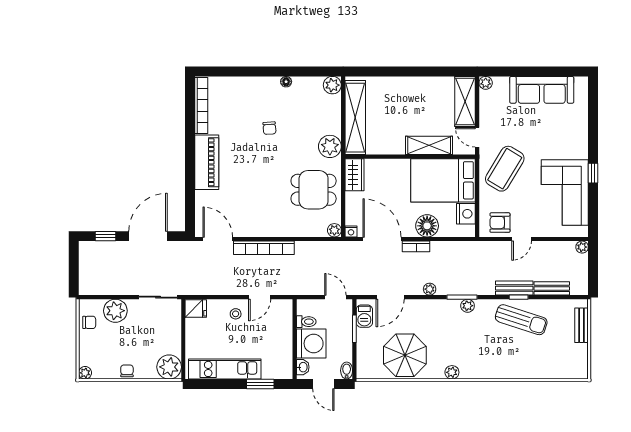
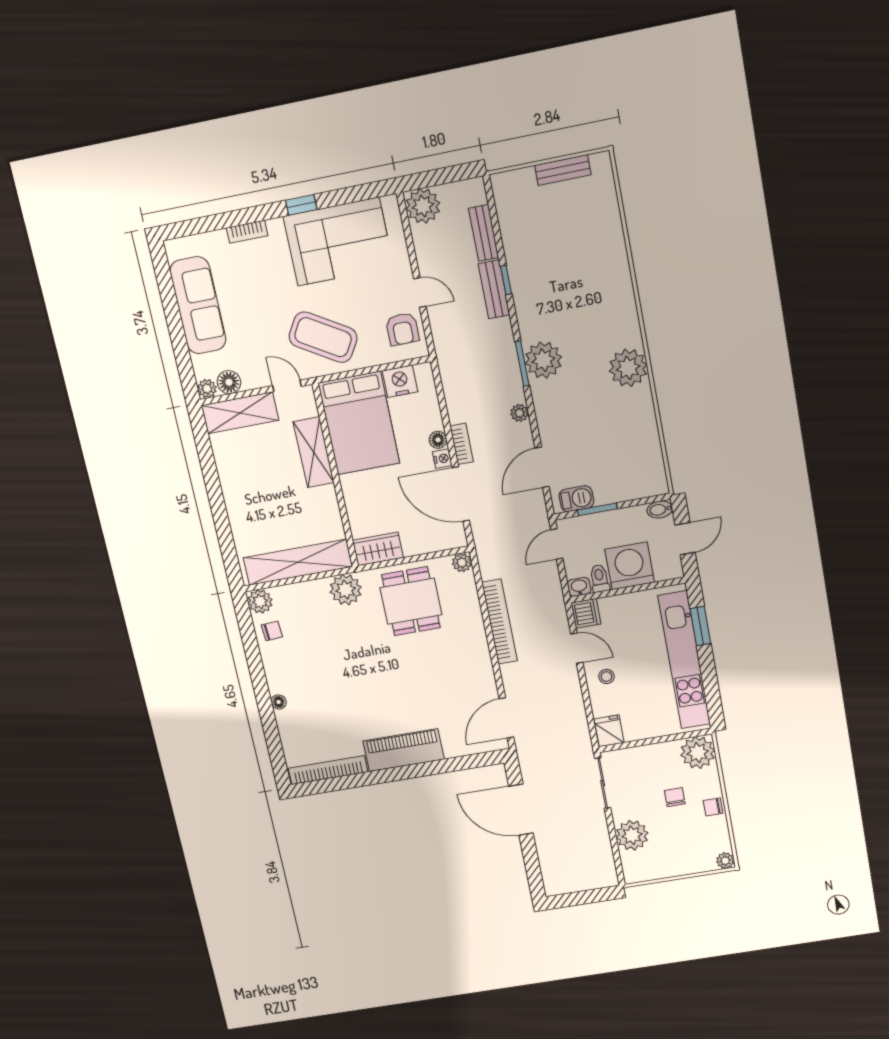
floor lamp: (286, 82) -> (279, 702), moved
floor lamp: (487, 99) -> (229, 382), added
chair: (269, 128) -> (272, 631), moved
bookcase: (583, 134) -> (247, 232), added
door: (477, 137) -> (287, 386), swing flipped
floor lamp: (427, 226) -> (438, 440), width x0.53, depth x0.53
nightstand: (351, 231) -> (442, 459), moved
window: (106, 236) -> (532, 864), removed
door: (382, 239) -> (461, 494), hinge flipped
plant: (582, 247) -> (423, 206), width x1.88, depth x1.88
bookcase: (264, 248) -> (500, 622), moved
door: (390, 297) -> (542, 467), swing flipped
plant: (468, 306) -> (543, 360), width x1.88, depth x1.88
dishwasher: (283, 308) -> (586, 613), added
sun lounger: (521, 320) -> (539, 270), removed
chair: (89, 322) -> (675, 797), moved
bench: (582, 325) -> (563, 170), moved
parasol: (405, 355) -> (623, 430), removed
washbasin: (303, 367) -> (579, 587), moved
kitchen unit: (225, 369) -> (684, 660), width x1.36
plant: (452, 372) -> (628, 368), width x1.88, depth x1.88

